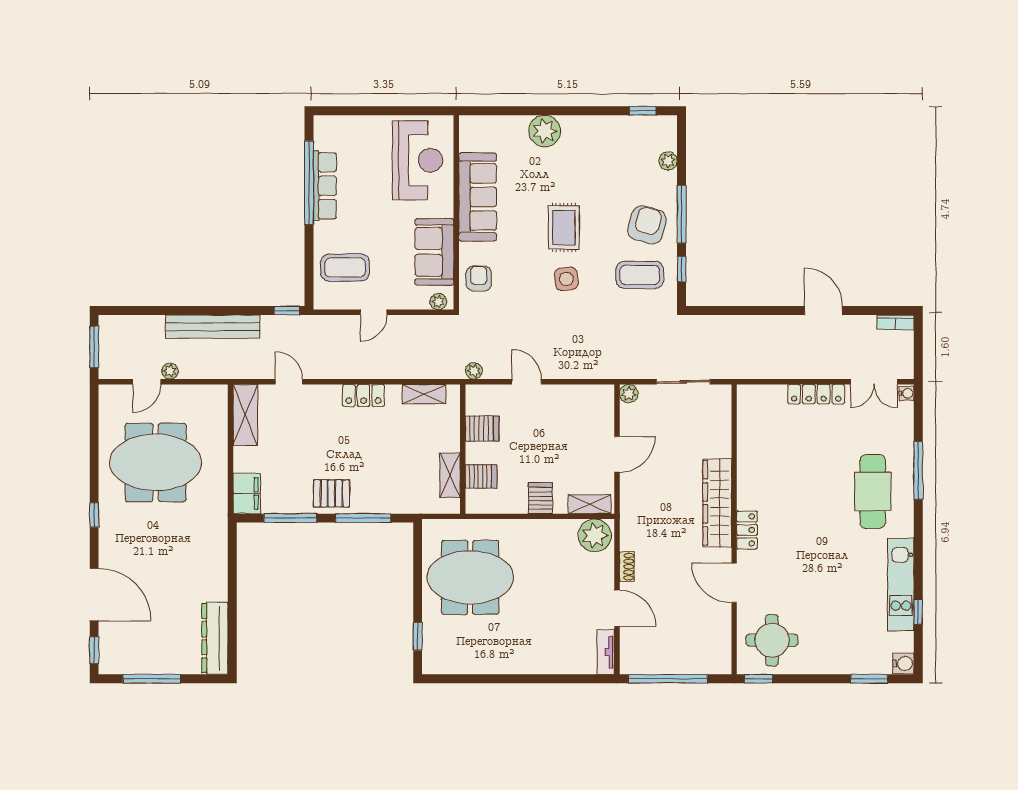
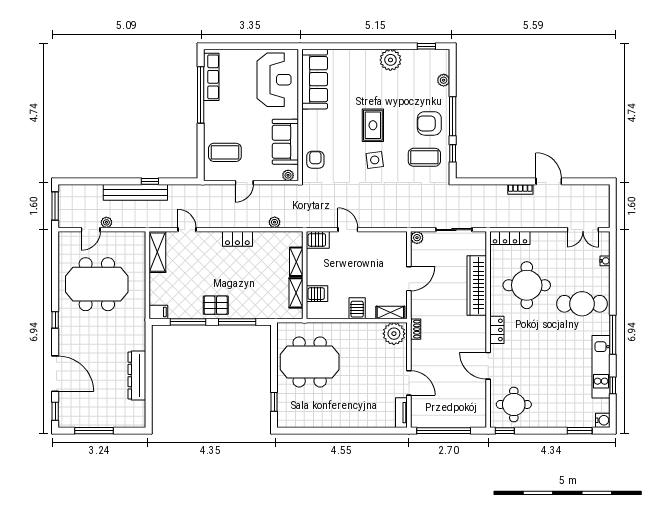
plant: (545, 131) -> (390, 60), moved
row of seats: (325, 186) -> (211, 77), moved
sofa: (478, 197) -> (315, 79), moved
armchair: (647, 225) -> (429, 123), turned -106
window: (287, 311) -> (150, 181), moved
bookcase: (895, 322) -> (520, 189), moved
plant: (474, 371) -> (275, 222), moved
water cooler: (907, 393) -> (605, 261), moved
shelving: (424, 394) -> (296, 262), moved, turned 90
locker: (816, 394) -> (510, 238), moved
server rack: (482, 428) -> (318, 240), moved
round table: (791, 464) -> (527, 285), added
window: (918, 471) -> (613, 335), moved
cafe table: (873, 491) -> (582, 304), turned 90
filing cabinet: (247, 493) -> (158, 312), width x0.50
wardrobe: (717, 503) -> (477, 286), moved
shoe rack: (627, 567) -> (416, 329), moved
dresser: (215, 638) -> (137, 376), moved

